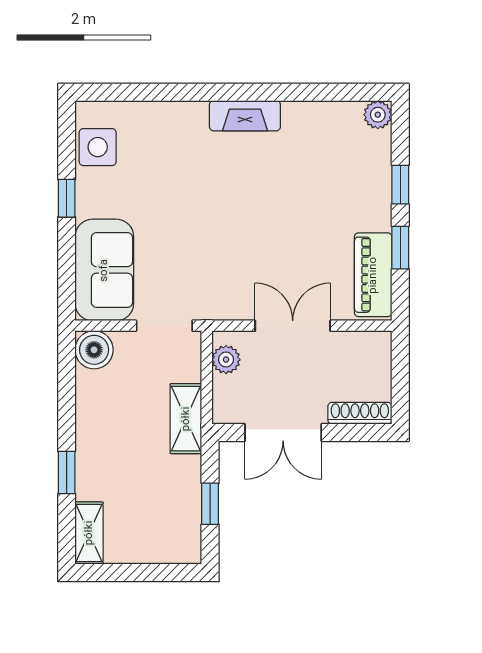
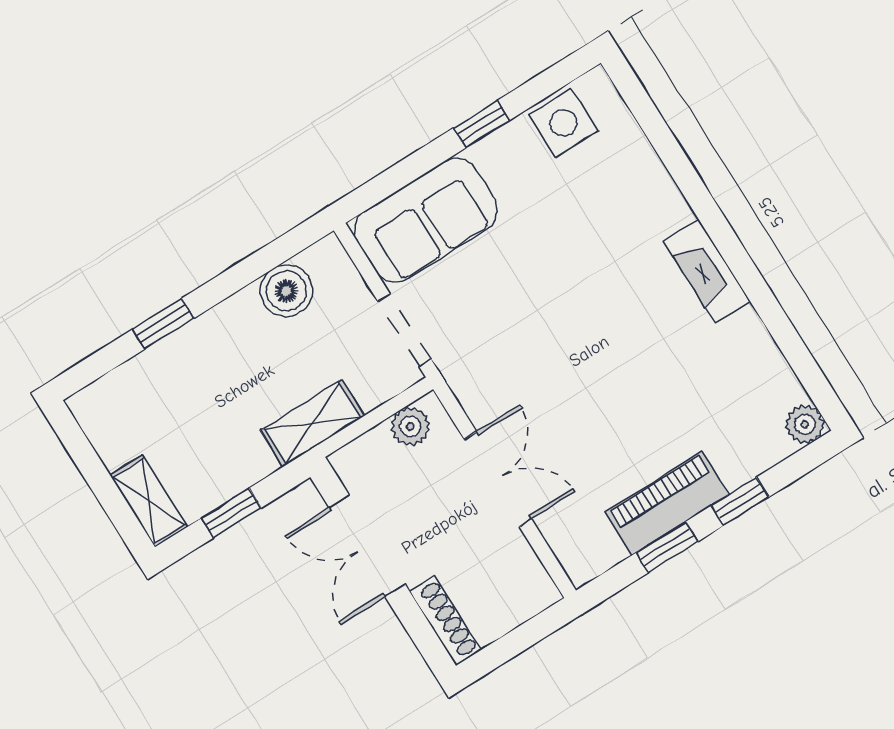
piano: (373, 275) -> (667, 504), moved
boiler: (94, 350) -> (286, 291), moved
shelving: (89, 533) -> (149, 501), moved, turned 90

